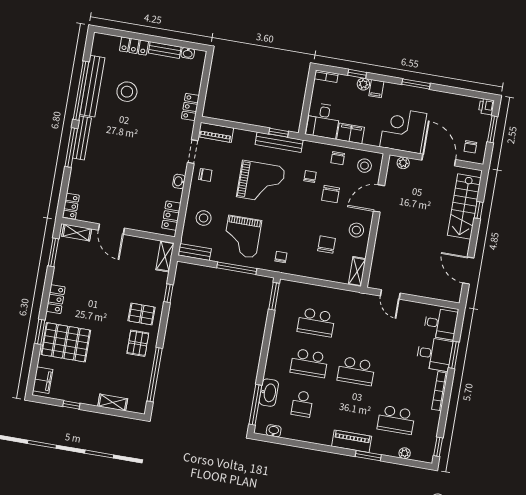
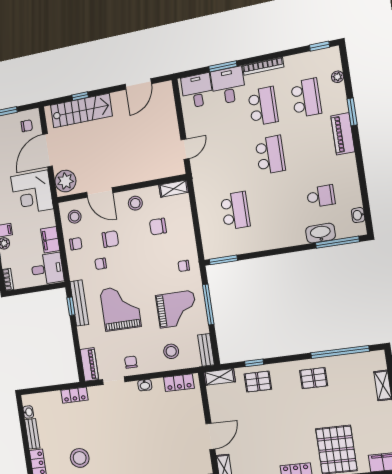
plant: (403, 163) -> (65, 181), width x1.87, depth x1.87
pallet: (142, 314) -> (258, 382), moved, turned 90
school desk: (309, 363) -> (263, 106), moved

